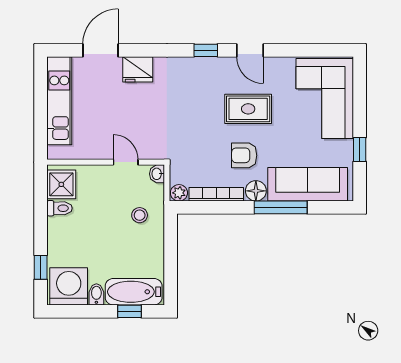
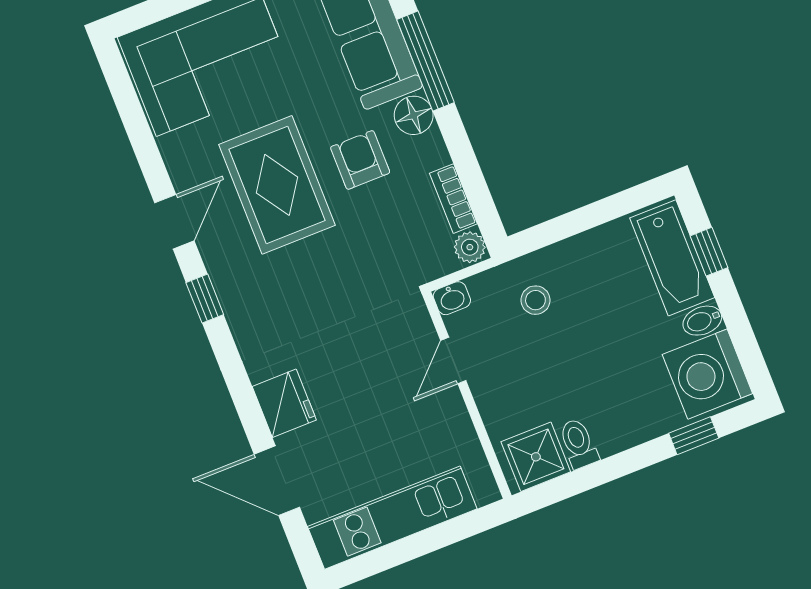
rug: (248, 109) -> (277, 185), width x1.36, depth x1.43
armchair: (244, 155) -> (360, 160), turned 180
bookcase: (216, 194) -> (453, 199), width x0.64

